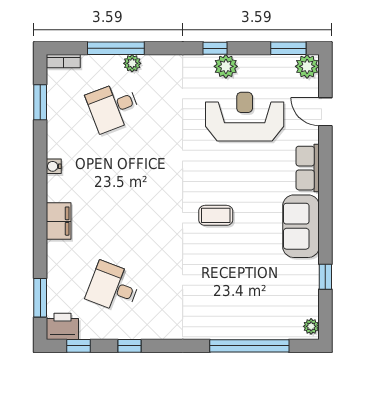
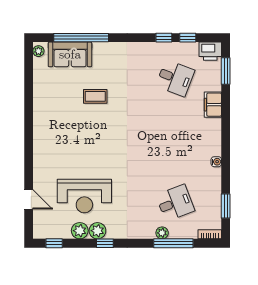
window: (288, 48) -> (54, 243), width x0.67
plant: (307, 66) -> (80, 231), moved
row of seats: (308, 168) -> (41, 161), removed
coffee table: (216, 215) -> (95, 96), moved
filing cabinet: (59, 221) -> (213, 105), moved
sofa: (301, 226) -> (70, 54), moved, turned 90
window: (325, 277) -> (29, 85), removed
window: (78, 346) -> (188, 38), moved

